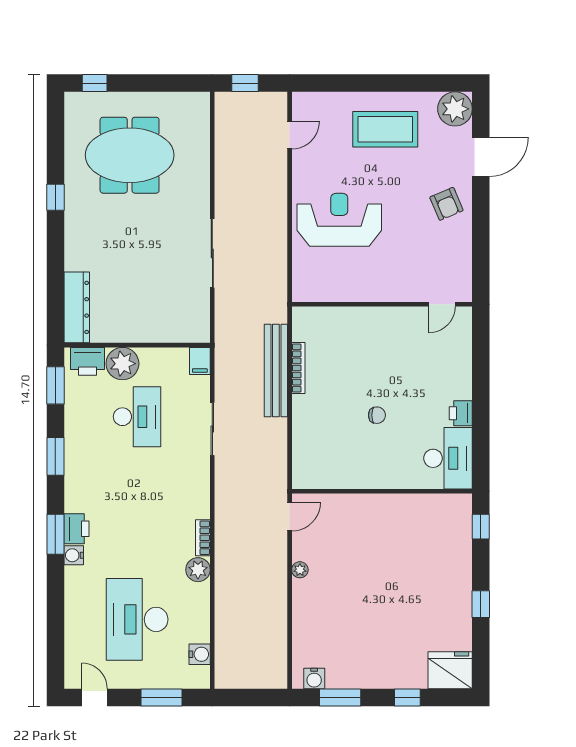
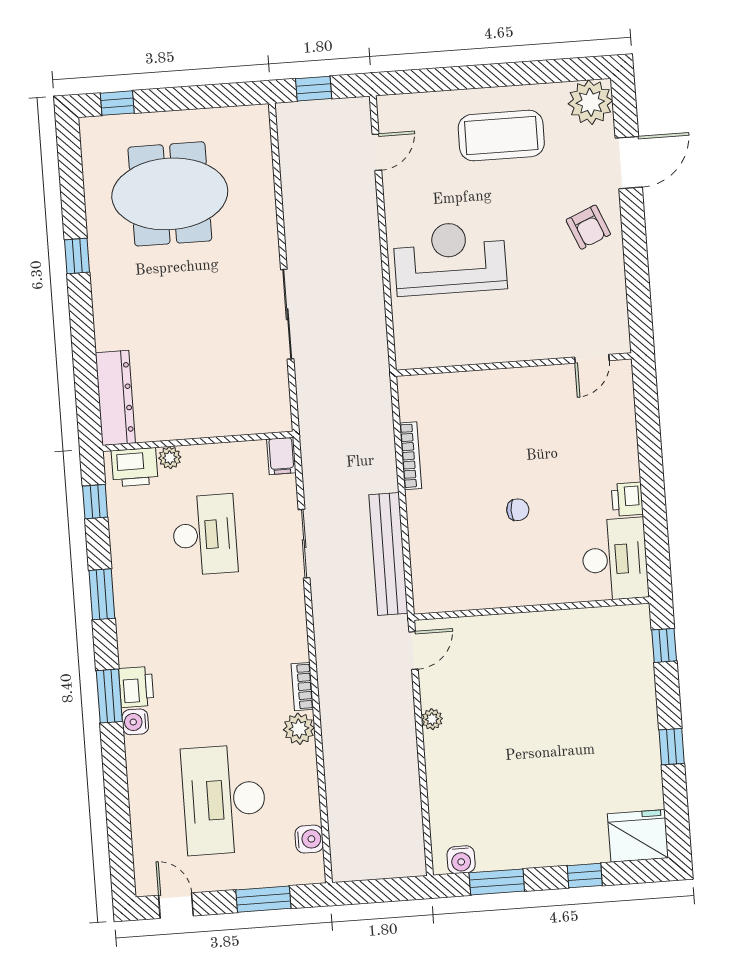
plant: (122, 364) -> (170, 458), width x0.53, depth x0.53
bench: (276, 371) -> (388, 554), moved
window: (55, 385) -> (95, 502), width x0.67

